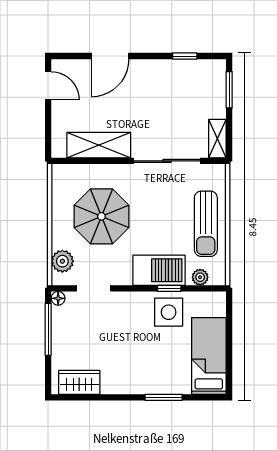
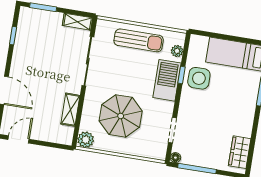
shelving: (99, 145) -> (70, 110), width x0.67, depth x0.75
plant: (62, 261) -> (86, 140), moved

